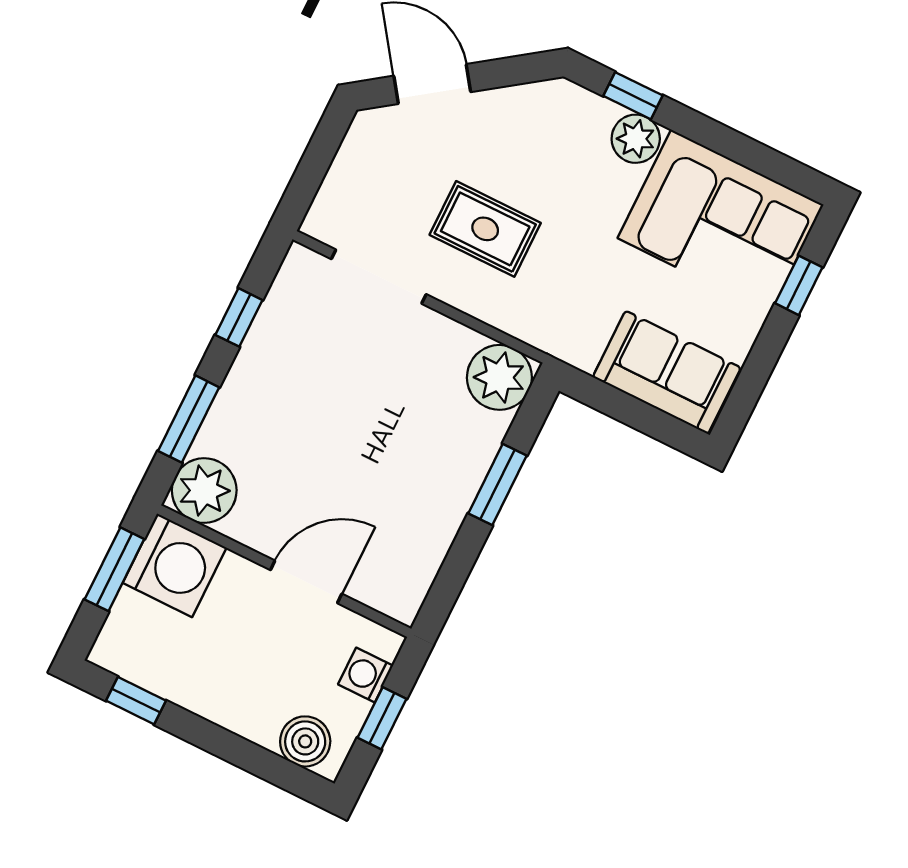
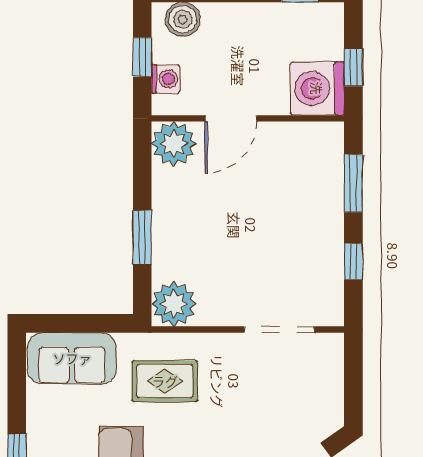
rug: (485, 229) -> (165, 381), moved
plant: (204, 491) -> (174, 144), moved
window: (114, 569) -> (353, 68), width x0.67

